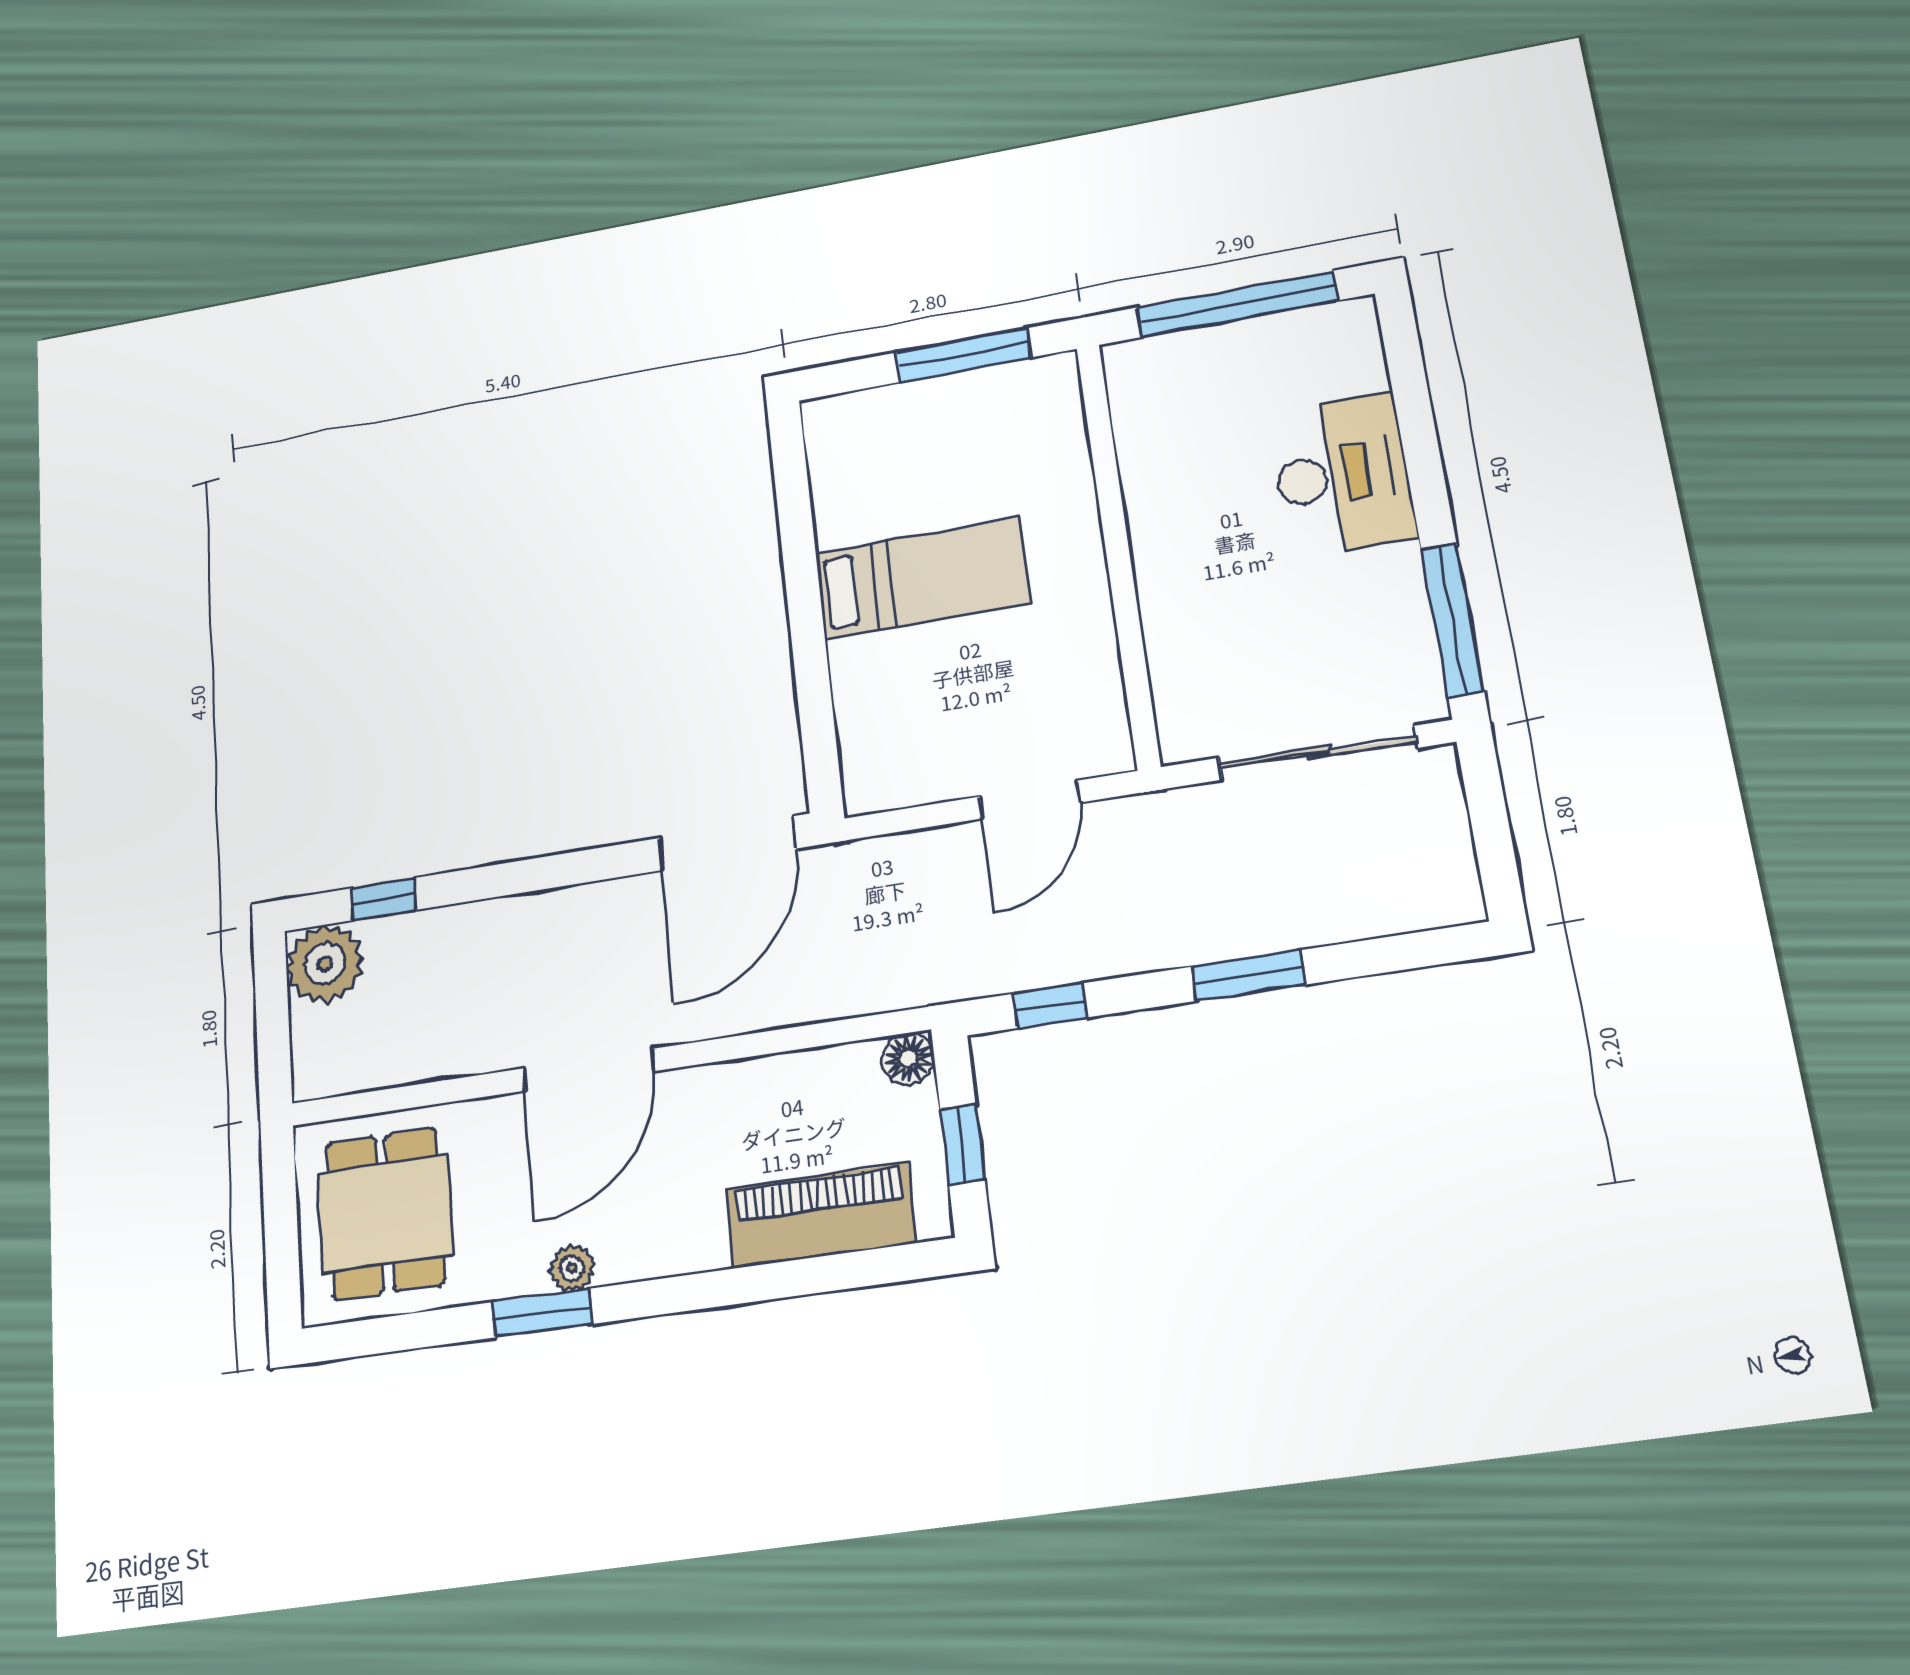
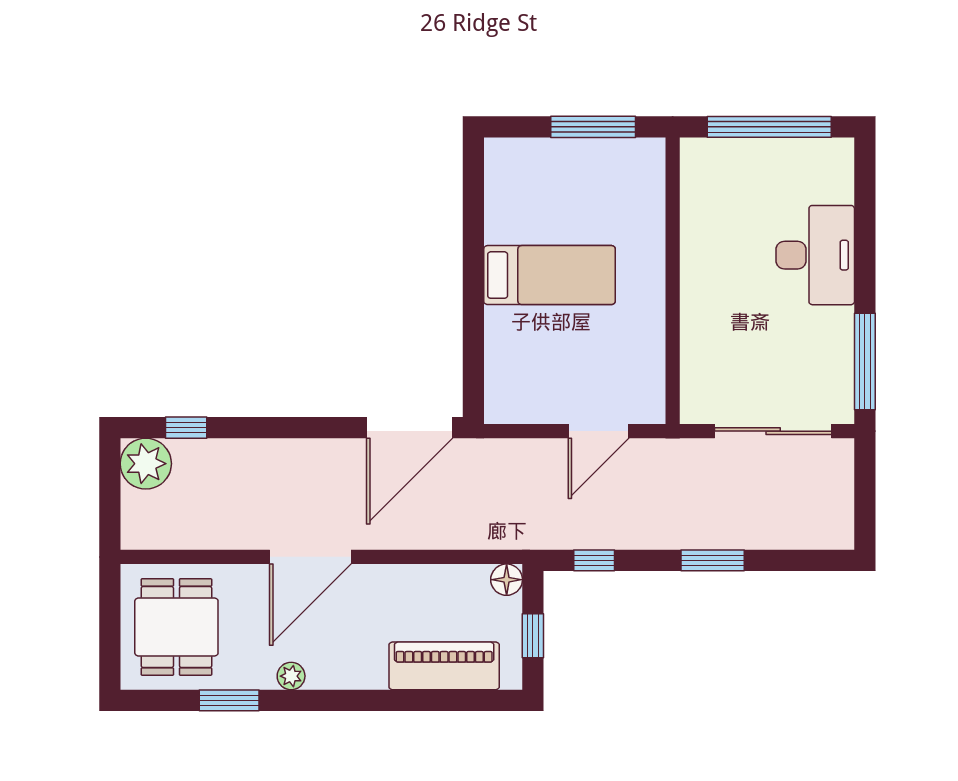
window: (542, 1313) -> (229, 700), moved

